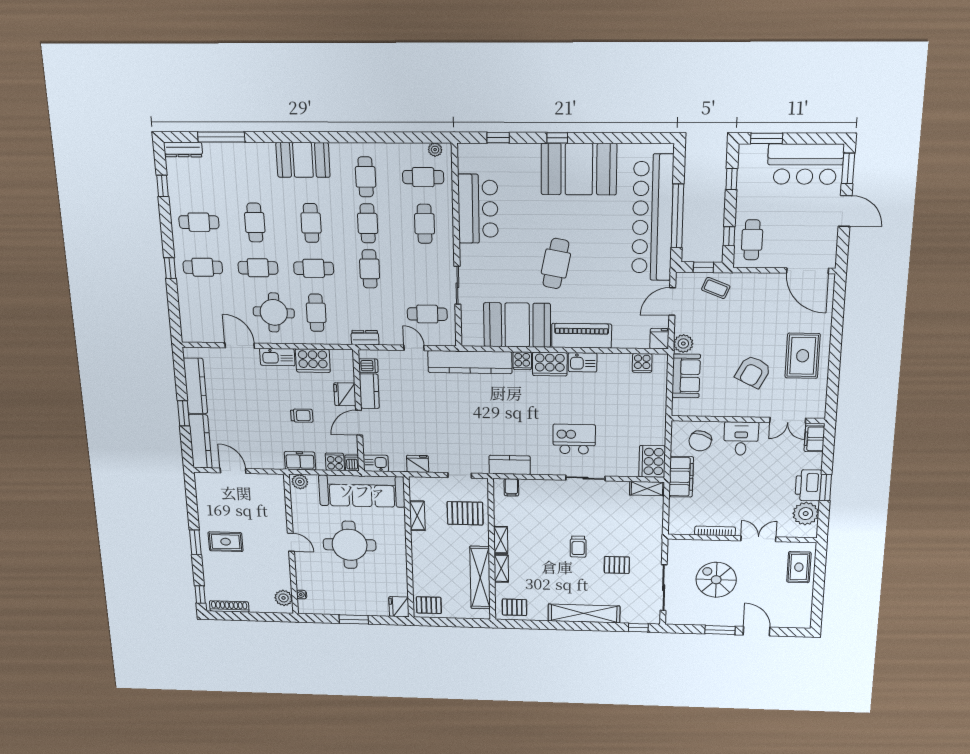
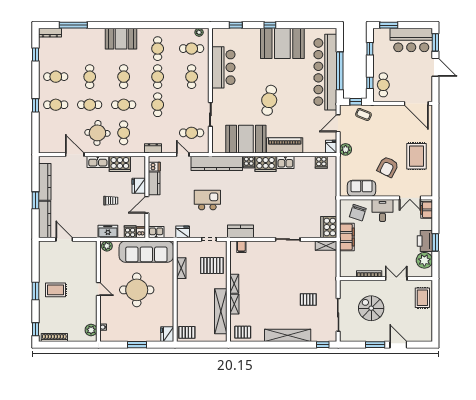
sofa: (686, 376) -> (362, 188), moved, turned -90
kitchen island: (574, 439) -> (207, 200), moved
trolley: (578, 547) -> (284, 287), removed

